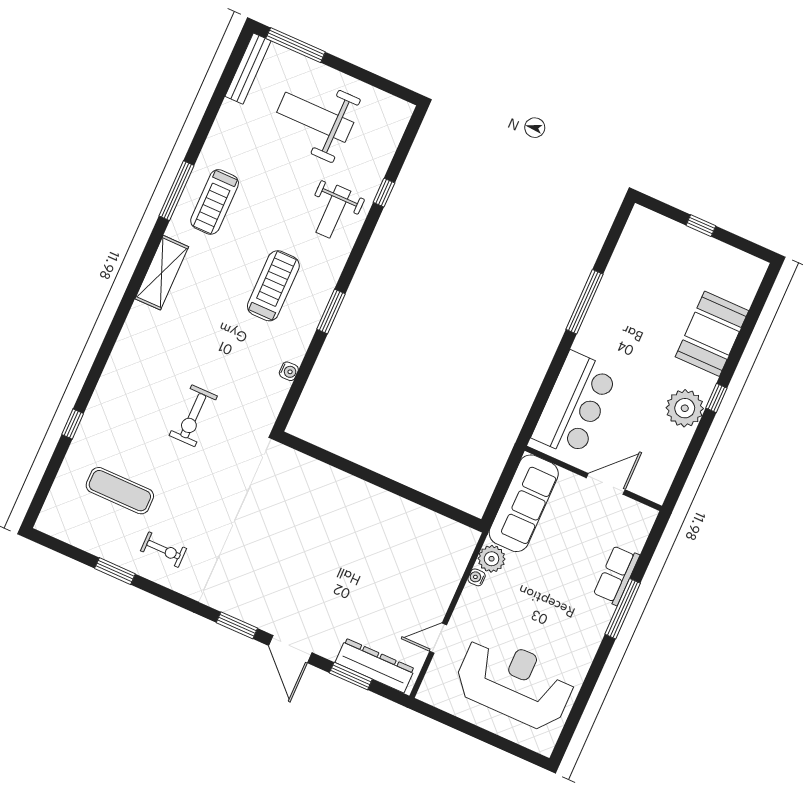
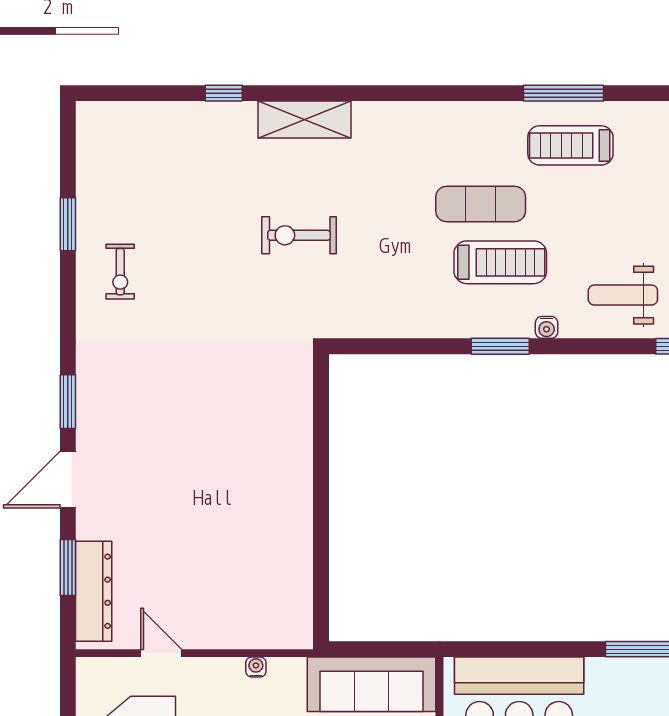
shelving: (162, 273) -> (304, 120), moved
water cooler: (289, 371) -> (547, 327), moved
exercise mat: (120, 491) -> (481, 204), moved, turned 90
plant: (492, 559) -> (287, 675), removed

